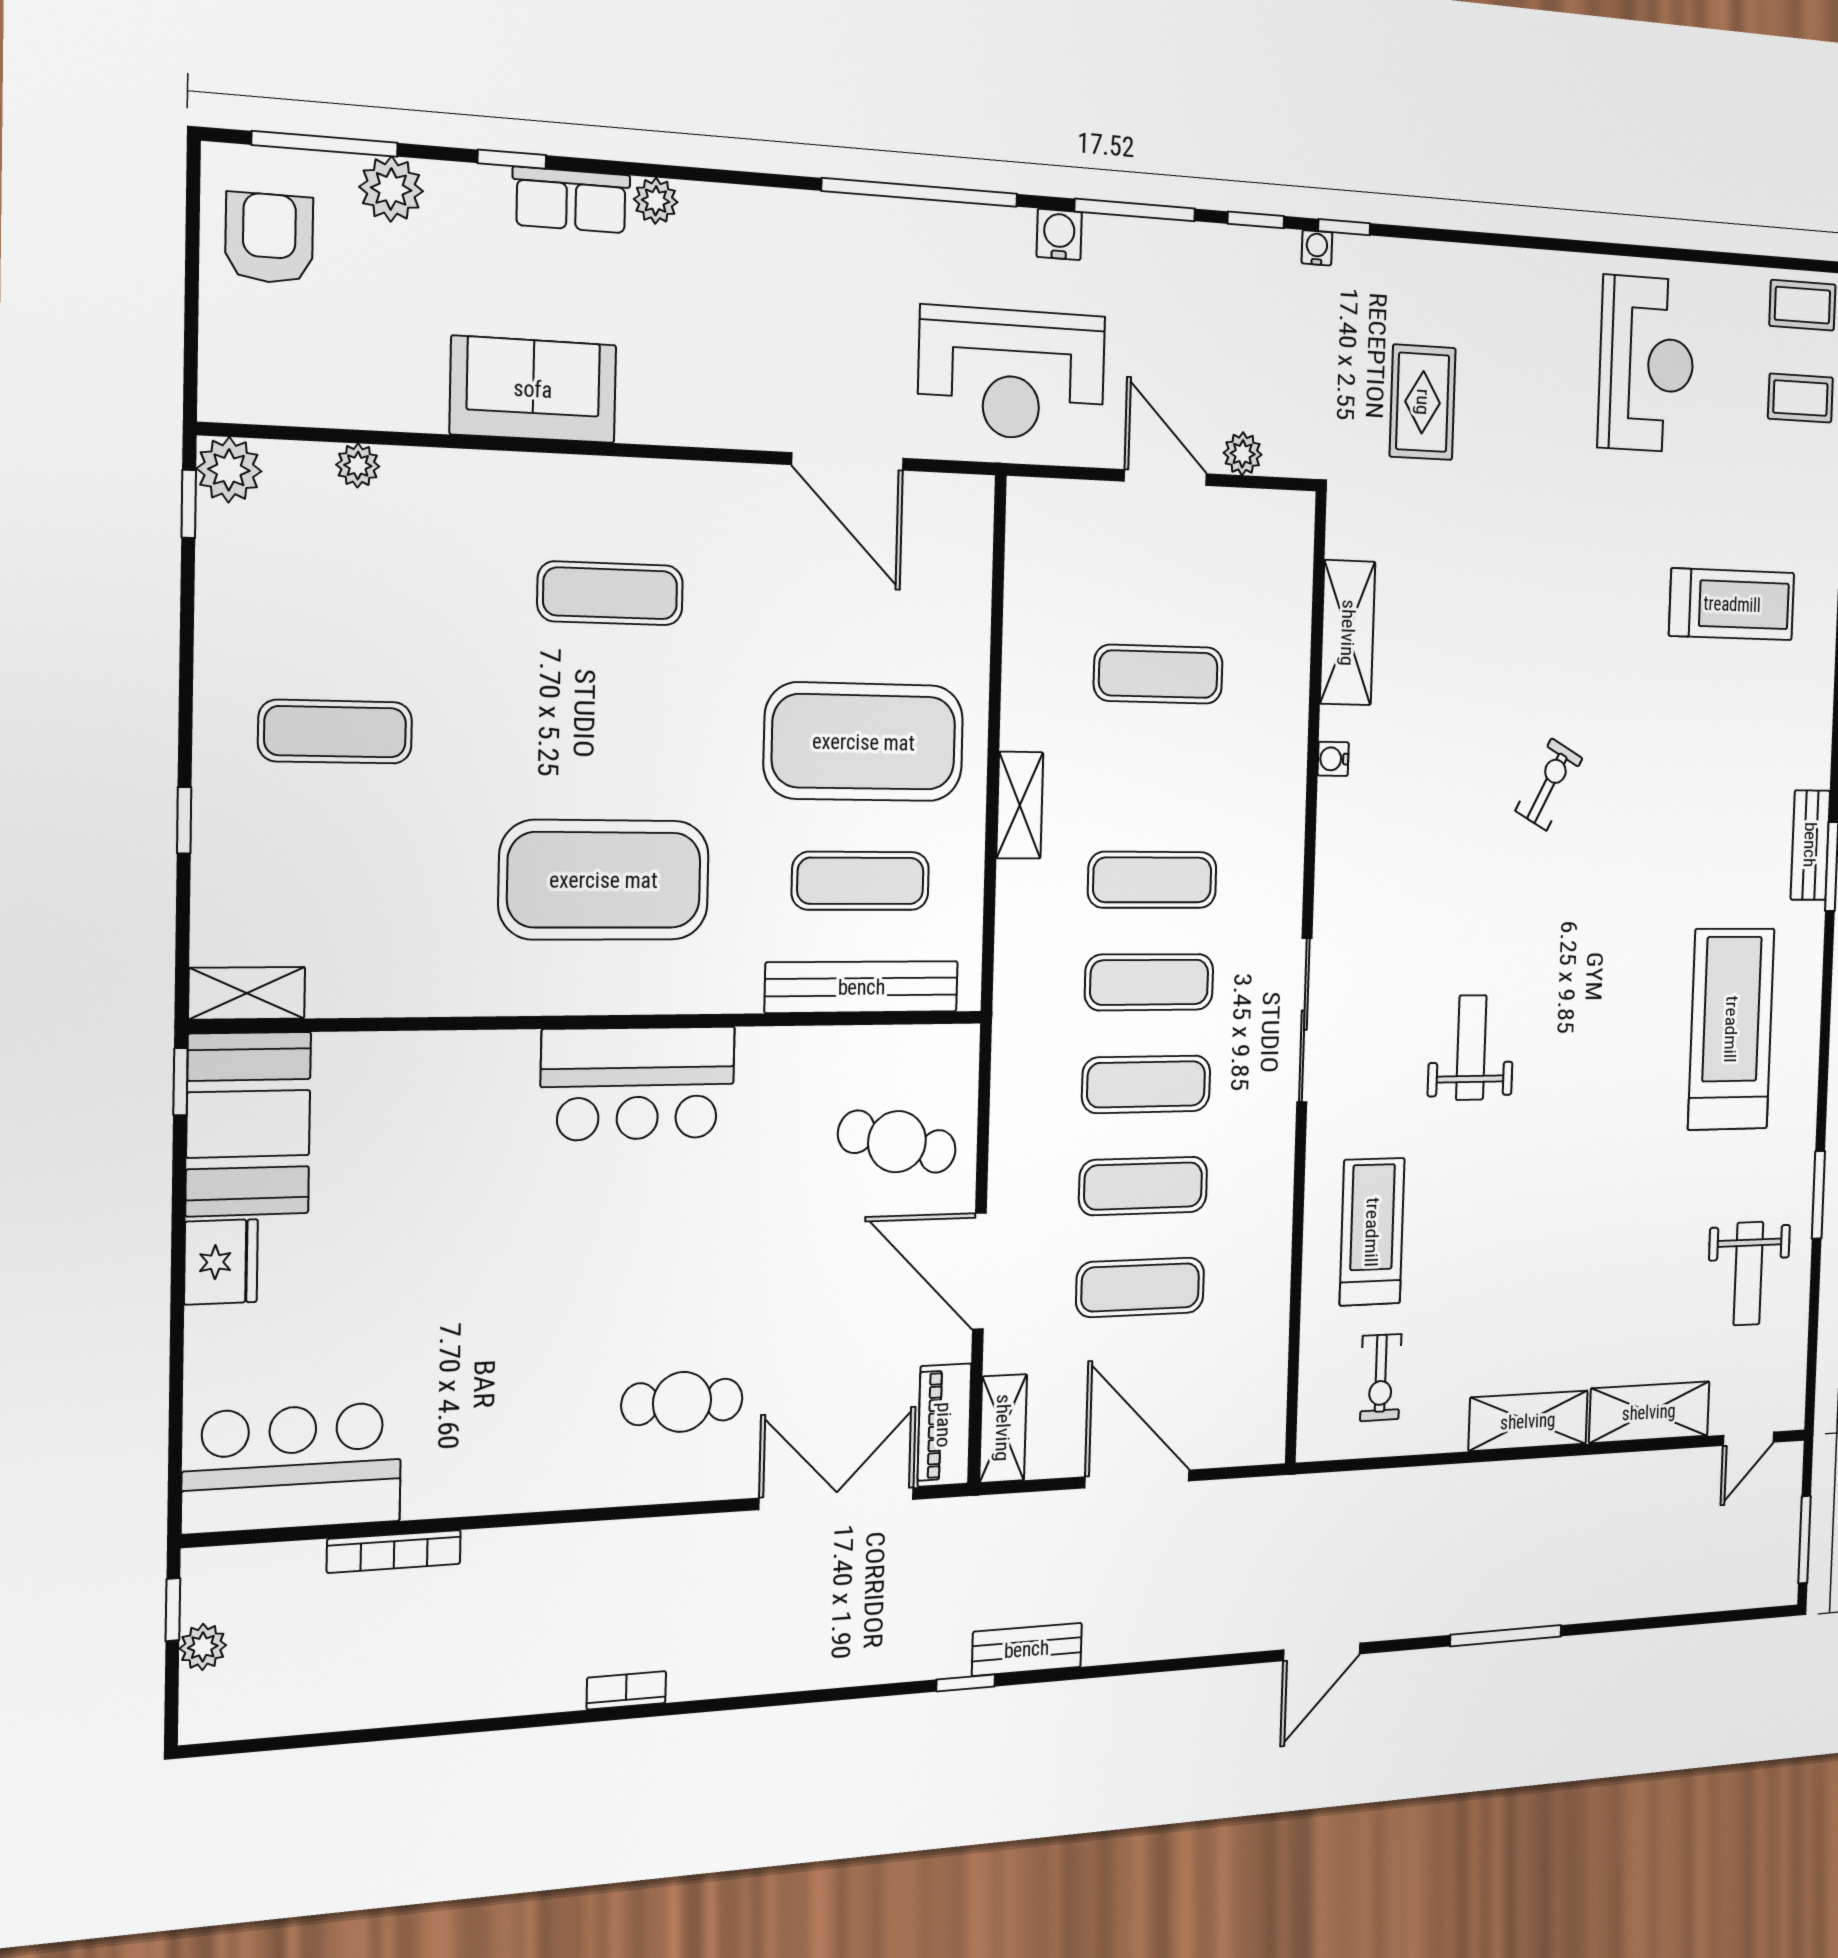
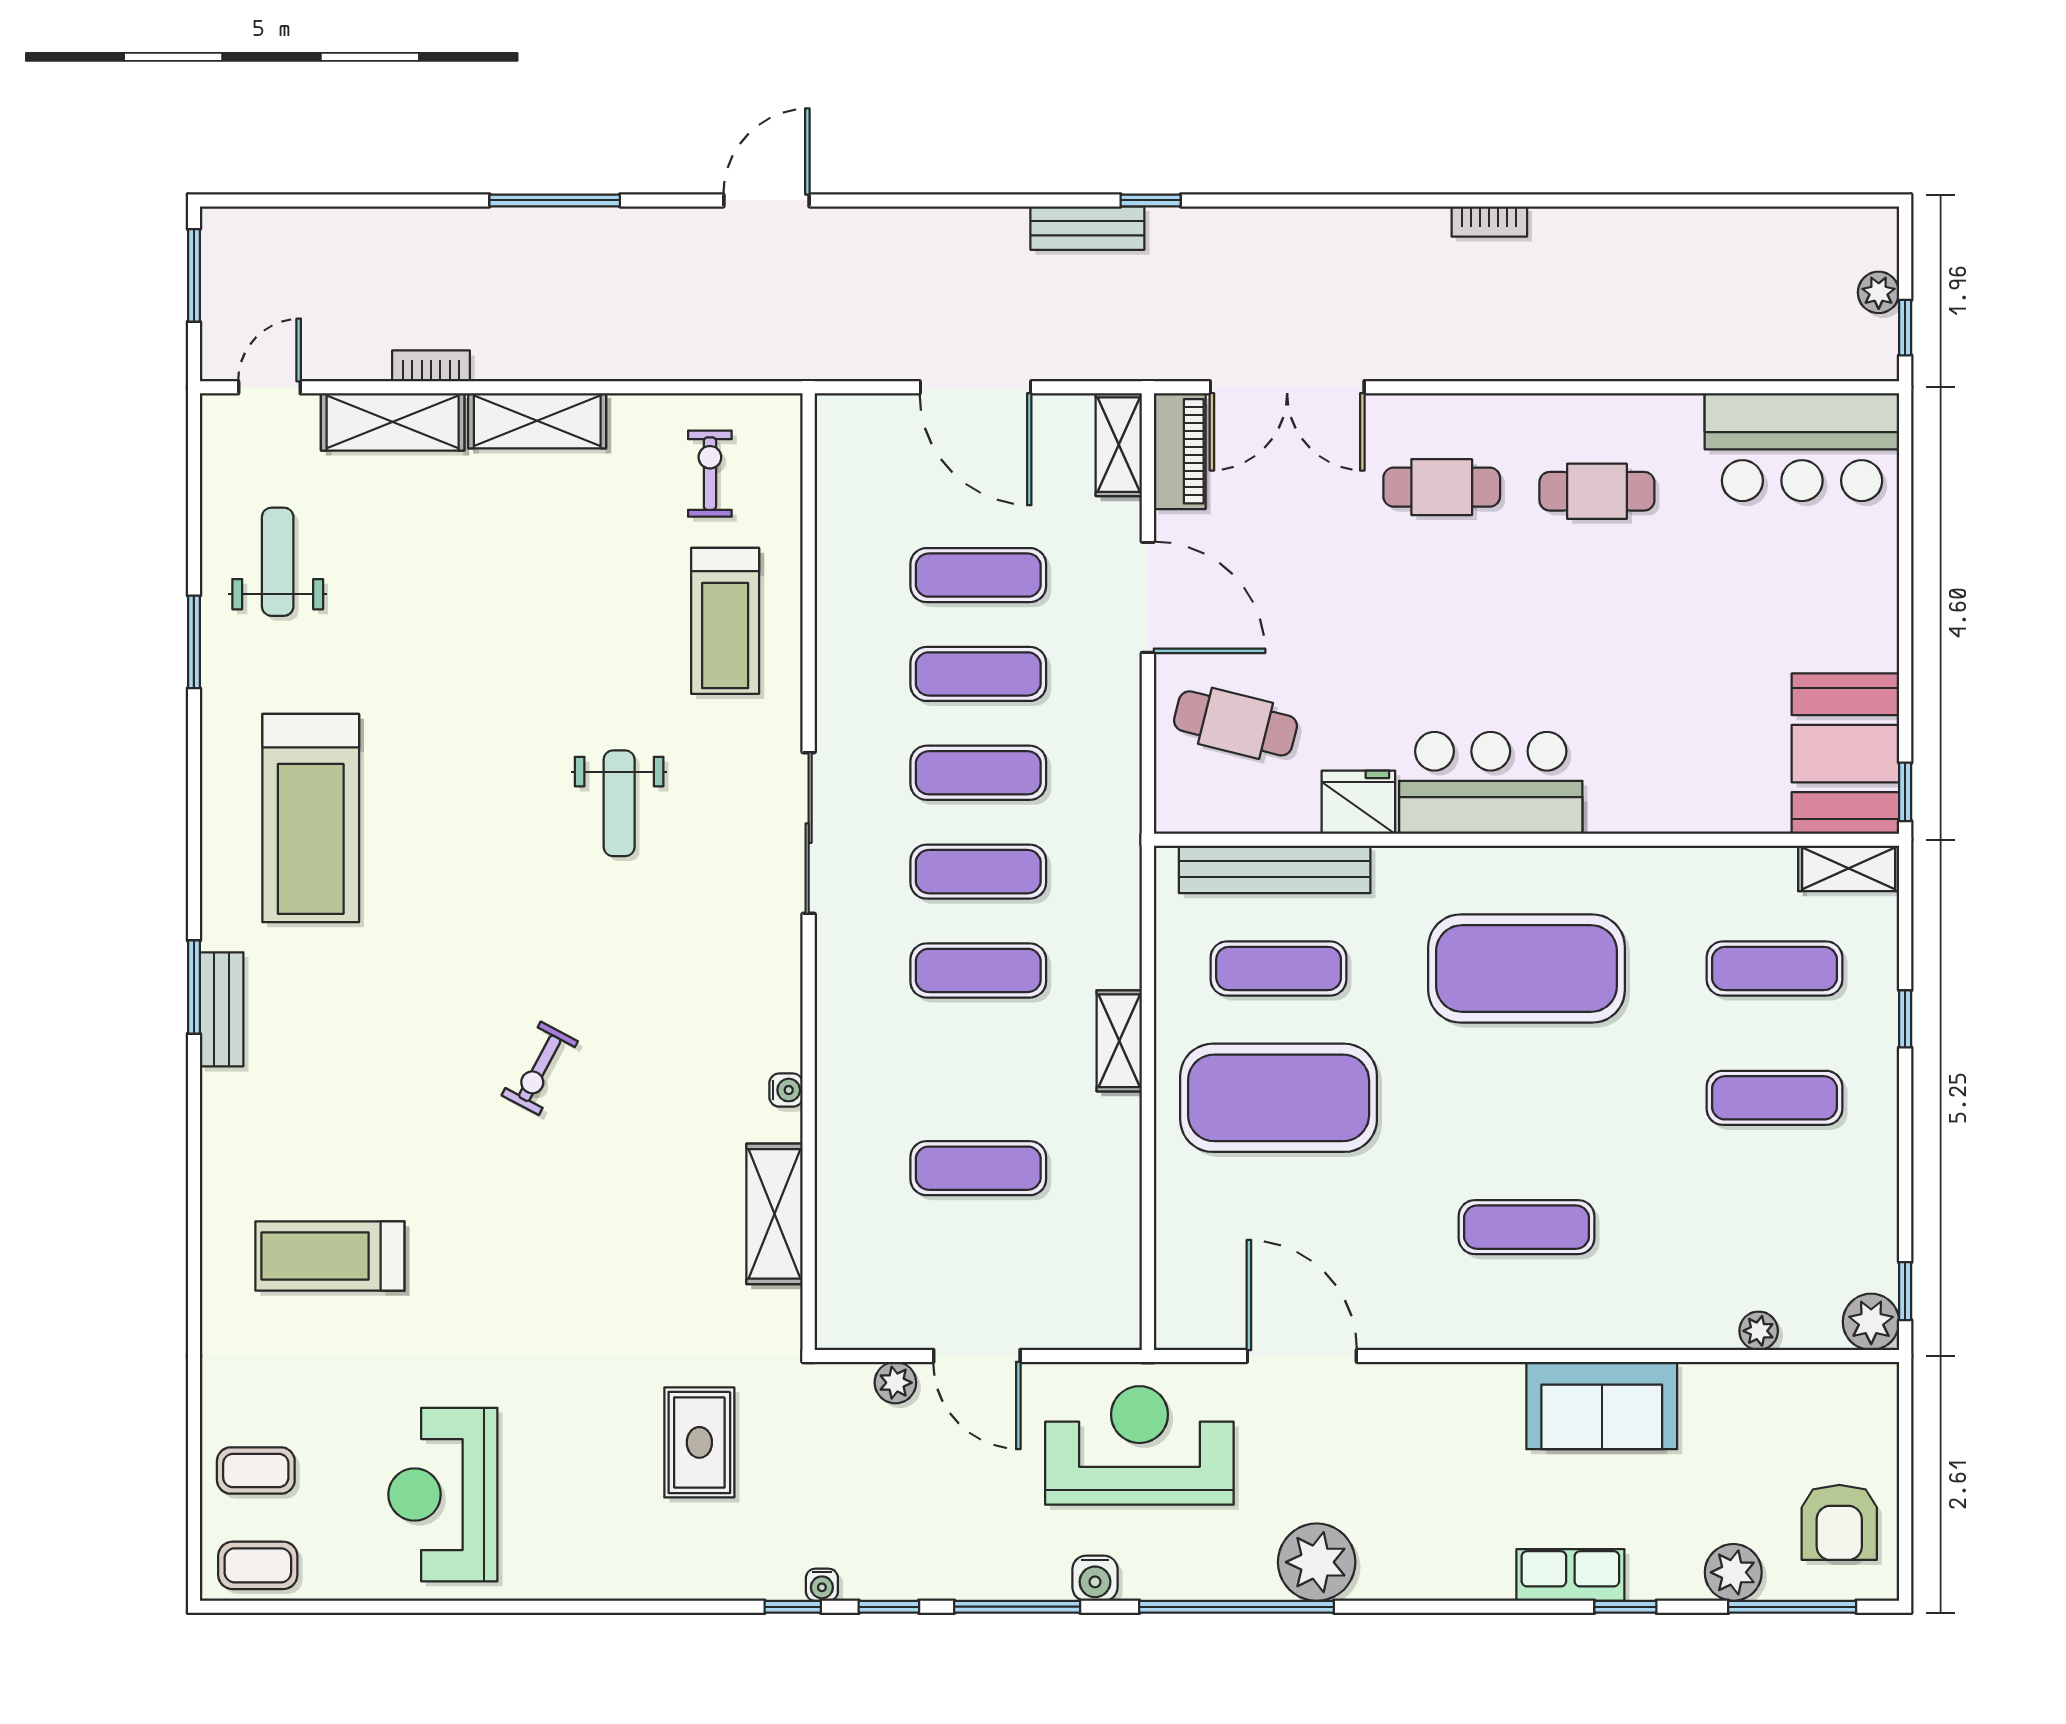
plant: (656, 201) -> (1317, 1562), moved, width x1.87, depth x1.87
exercise mat: (333, 879) -> (1774, 969), added
fridge: (221, 1262) -> (1358, 802), moved, turned 90
cafe table: (518, 1406) -> (1597, 491), added
bookcase: (394, 1551) -> (431, 366), moved, width x0.64

